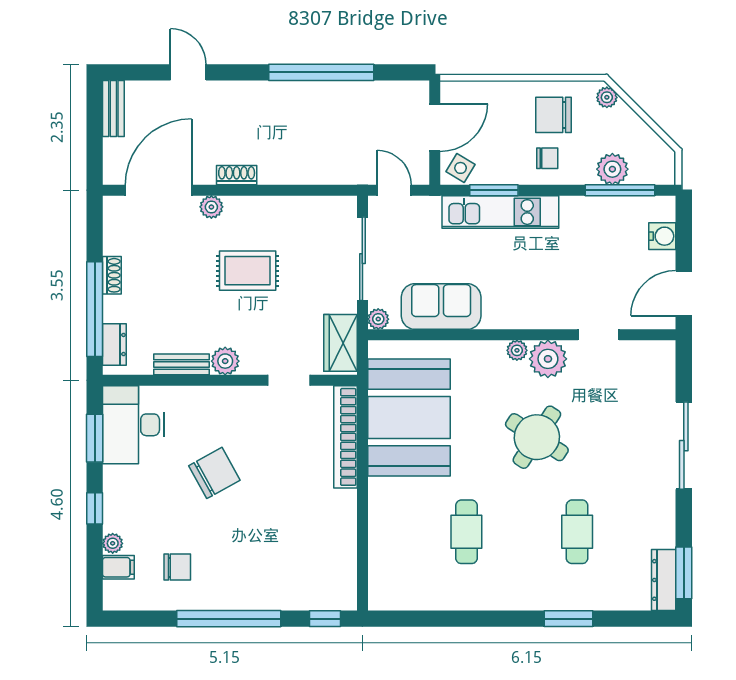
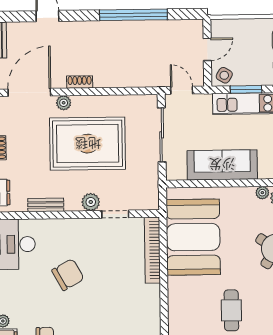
door: (435, 128) -> (207, 49), width x0.73
rug: (248, 271) -> (88, 144), width x1.86, depth x2.06
sofa: (441, 307) -> (222, 165), width x1.36
plant: (378, 319) -> (172, 174), removed
wardrobe: (340, 343) -> (148, 189), removed
plant: (225, 361) -> (91, 202), moved

